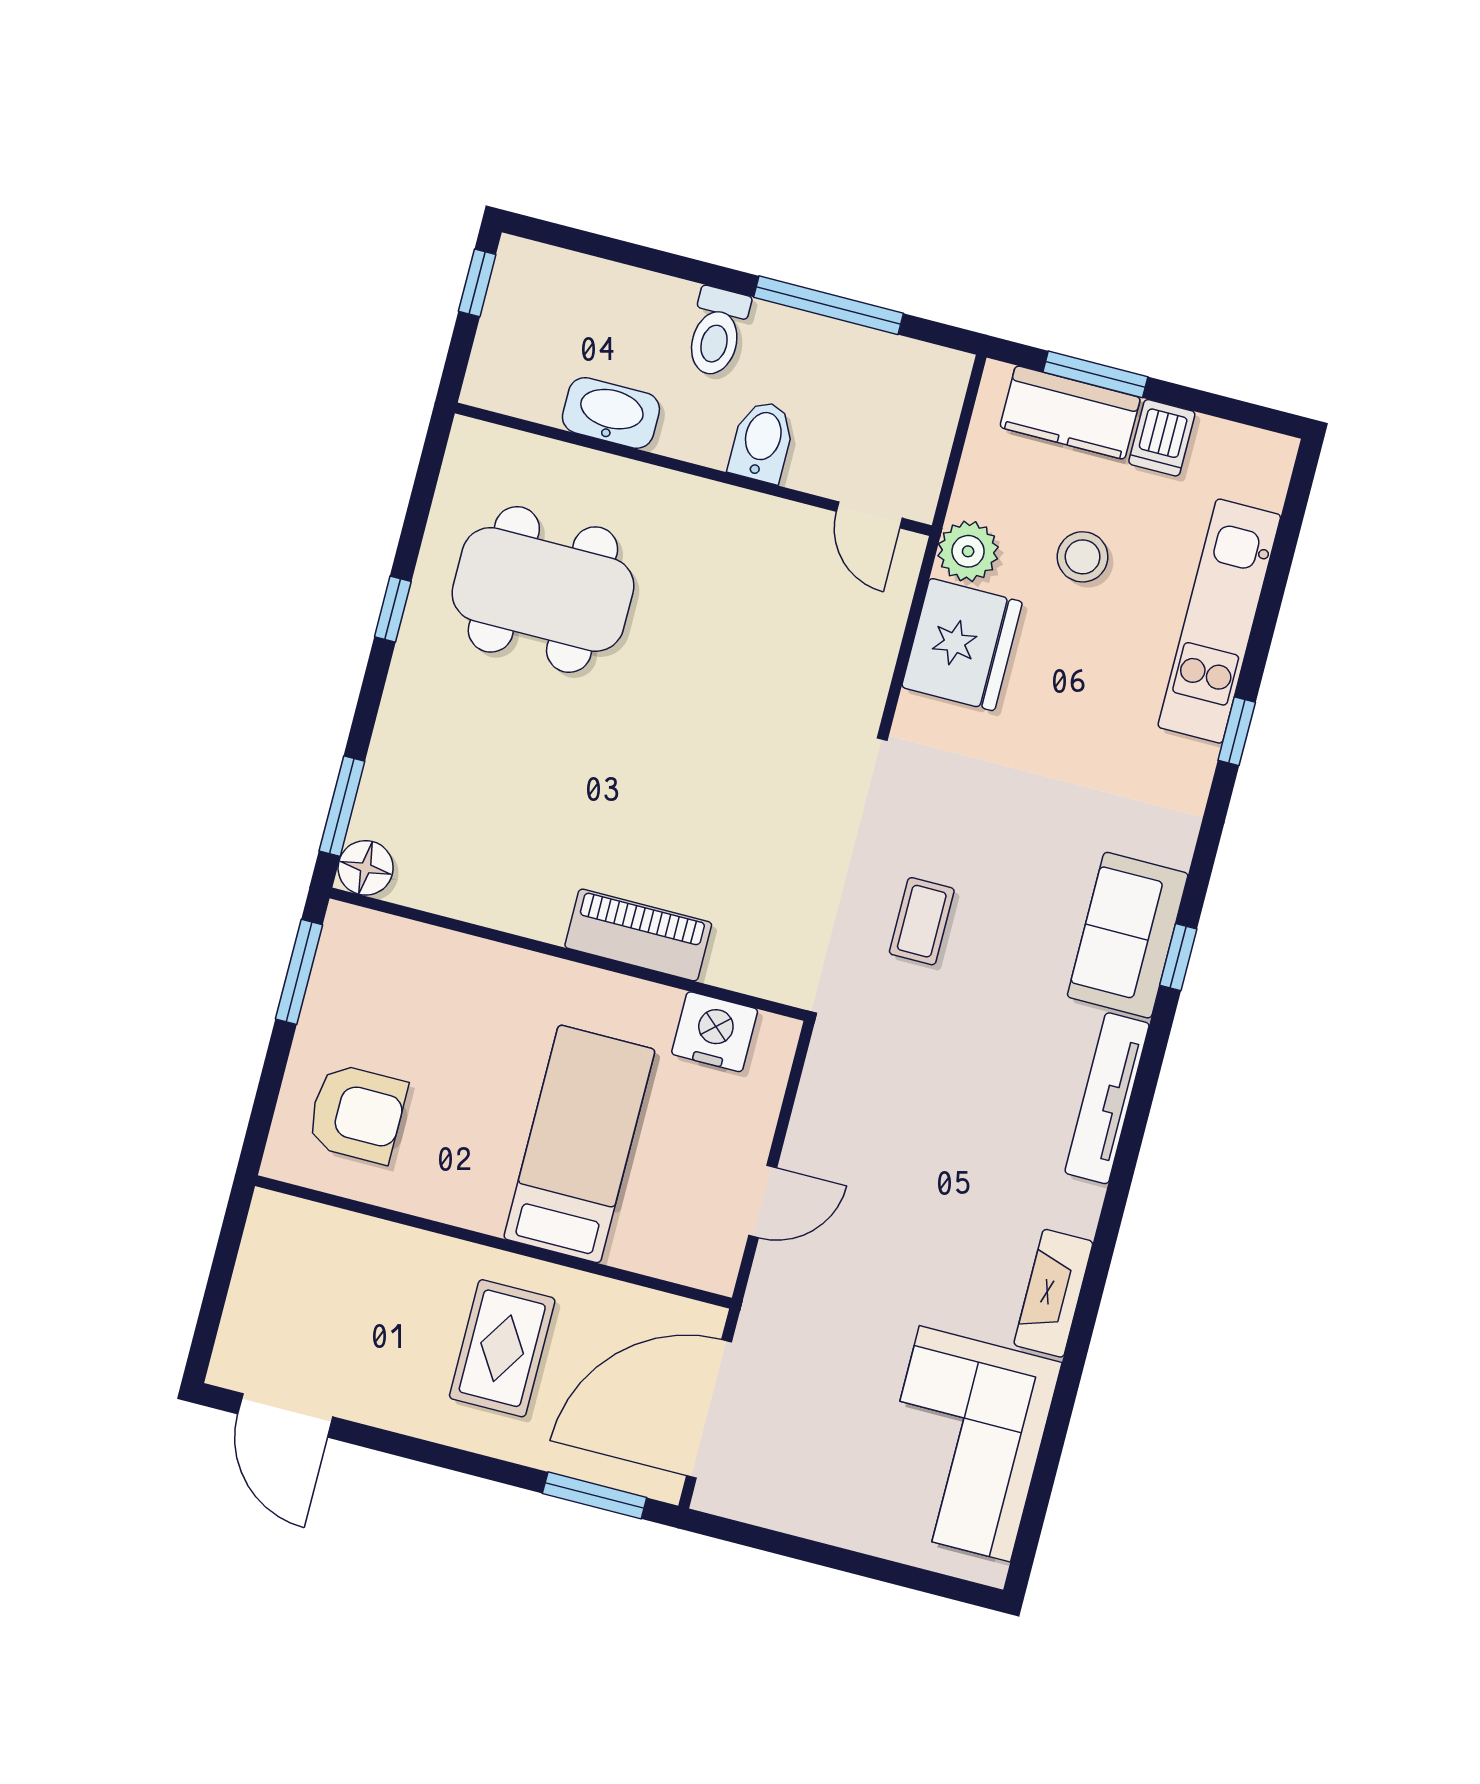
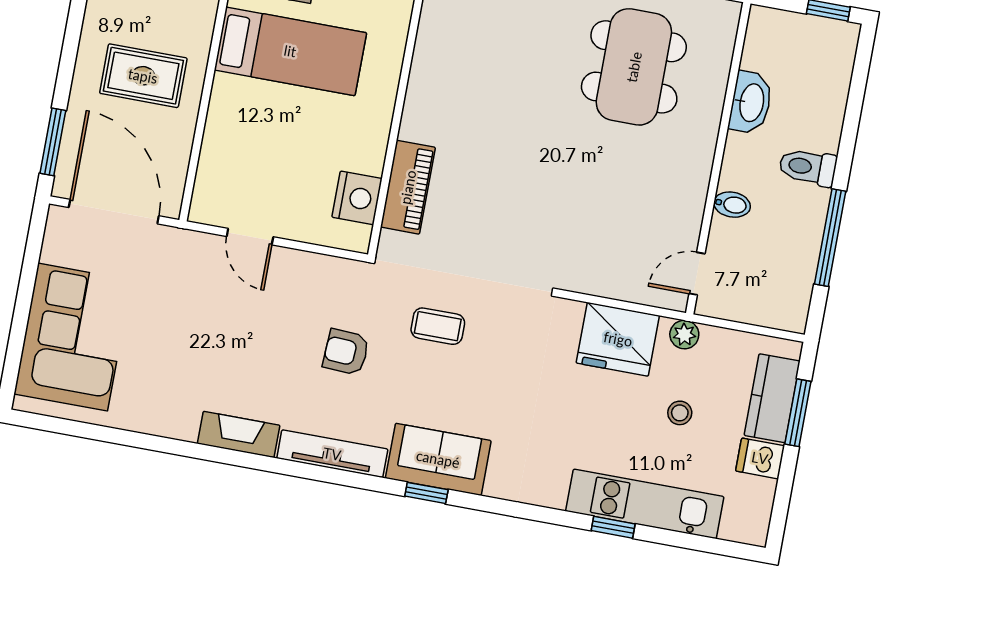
bidet: (762, 441) -> (732, 205), width x0.72, depth x0.74
plant: (968, 551) -> (684, 335), width x0.73, depth x0.73
stool: (1083, 557) -> (680, 413), width x0.73, depth x0.73
window: (1237, 731) -> (613, 527), moved
piano: (638, 935) -> (408, 187), moved
armchair: (952, 1066) -> (346, 352), added
bed: (579, 1144) -> (290, 51), moved
fireplace: (1053, 1293) -> (239, 434), moved
corner sofa: (965, 1444) -> (73, 337), moved, turned 90

